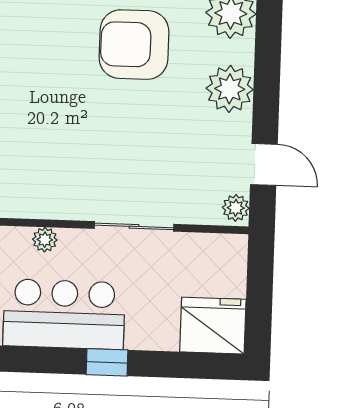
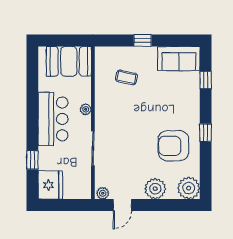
armchair: (134, 45) -> (173, 146), turned -90
window: (107, 362) -> (32, 160), moved

